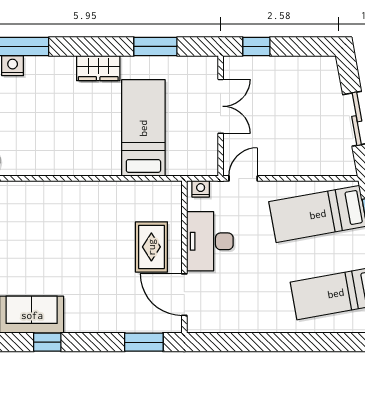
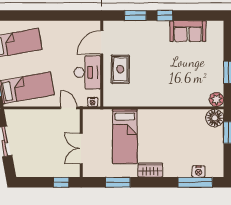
door: (243, 178) -> (69, 108), swing flipped
door: (184, 295) -> (102, 42), swing flipped
window: (47, 342) -> (165, 16), moved
window: (144, 342) -> (135, 16), moved

